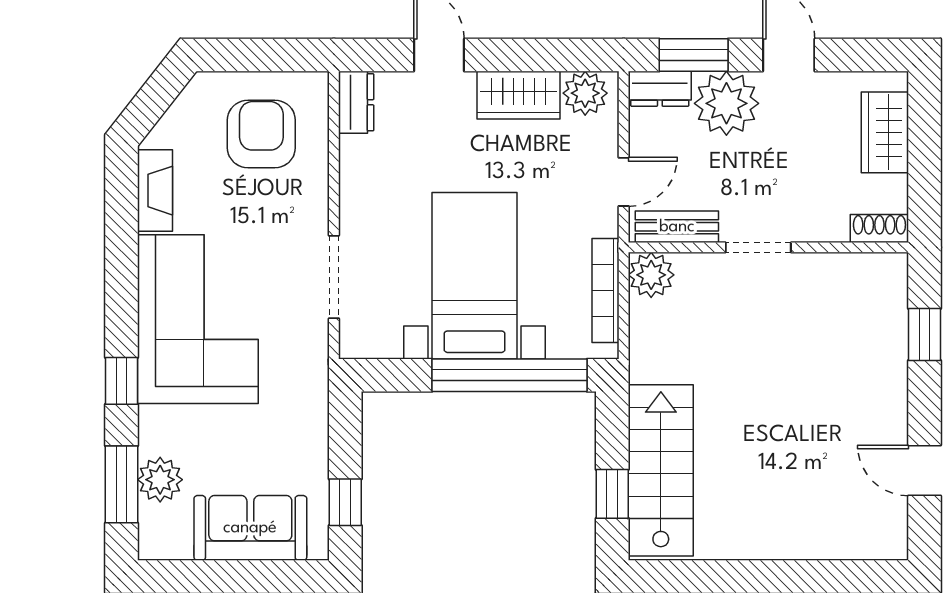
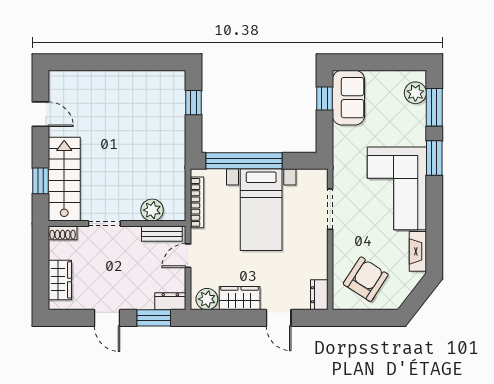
plant: (726, 103) -> (138, 294), removed
armchair: (261, 134) -> (366, 279), turned -147
doorway: (758, 247) -> (104, 224), moved
plant: (651, 275) -> (152, 210), moved
window: (121, 381) -> (434, 158), width x1.50
stairs: (661, 470) -> (64, 179), moved, turned 180
plant: (160, 480) -> (415, 93), moved
sofa: (250, 528) -> (348, 98), moved, turned -90

